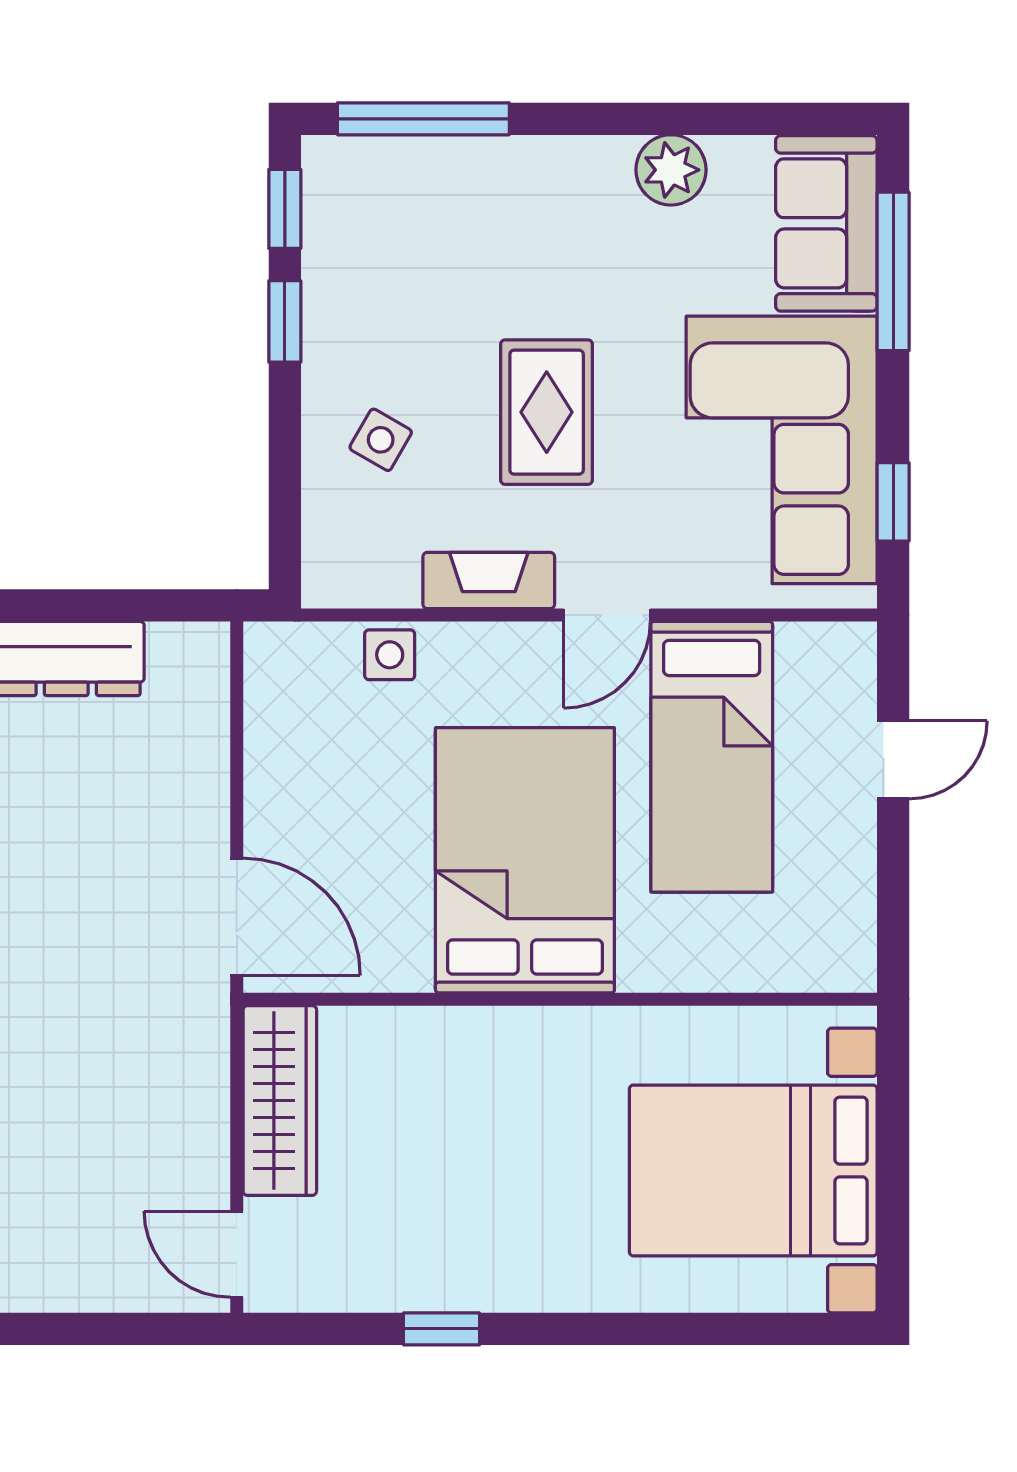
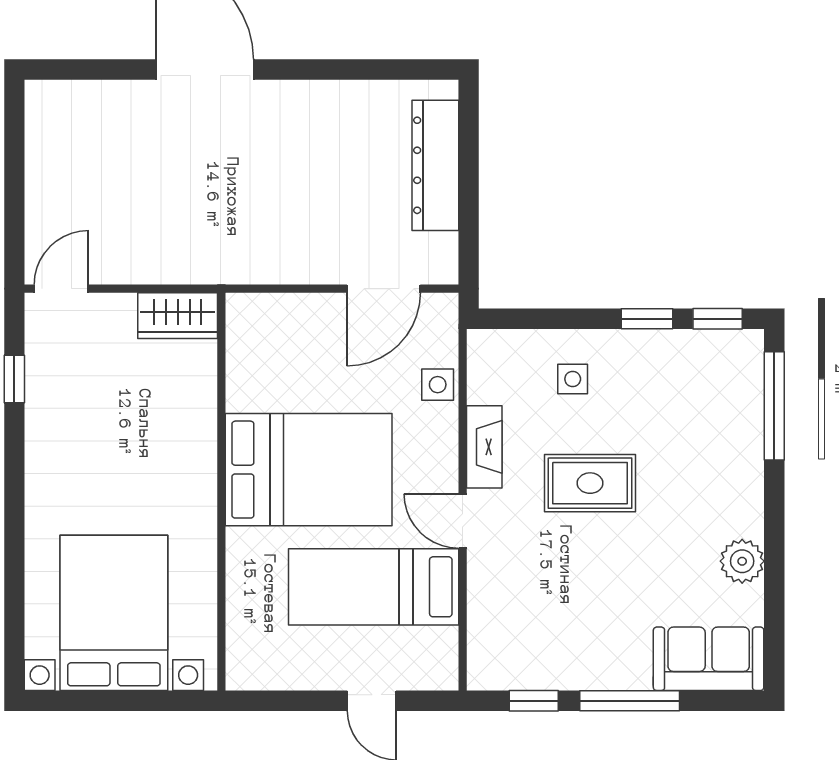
window: (893, 271) -> (630, 701), moved
side table: (381, 440) -> (573, 379), turned -30
corner sofa: (782, 450) -> (566, 631), removed
door: (237, 917) -> (384, 289), moved
wardrobe: (280, 1100) -> (178, 316), width x0.67
window: (441, 1329) -> (14, 379), moved

